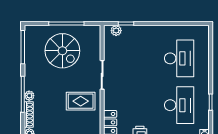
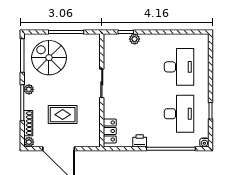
plant: (116, 31) -> (135, 39), moved
spiral stairs: (62, 51) -> (49, 58), moved, turned 180
plant: (29, 96) -> (29, 89), moved
rug: (81, 101) -> (63, 115), moved

